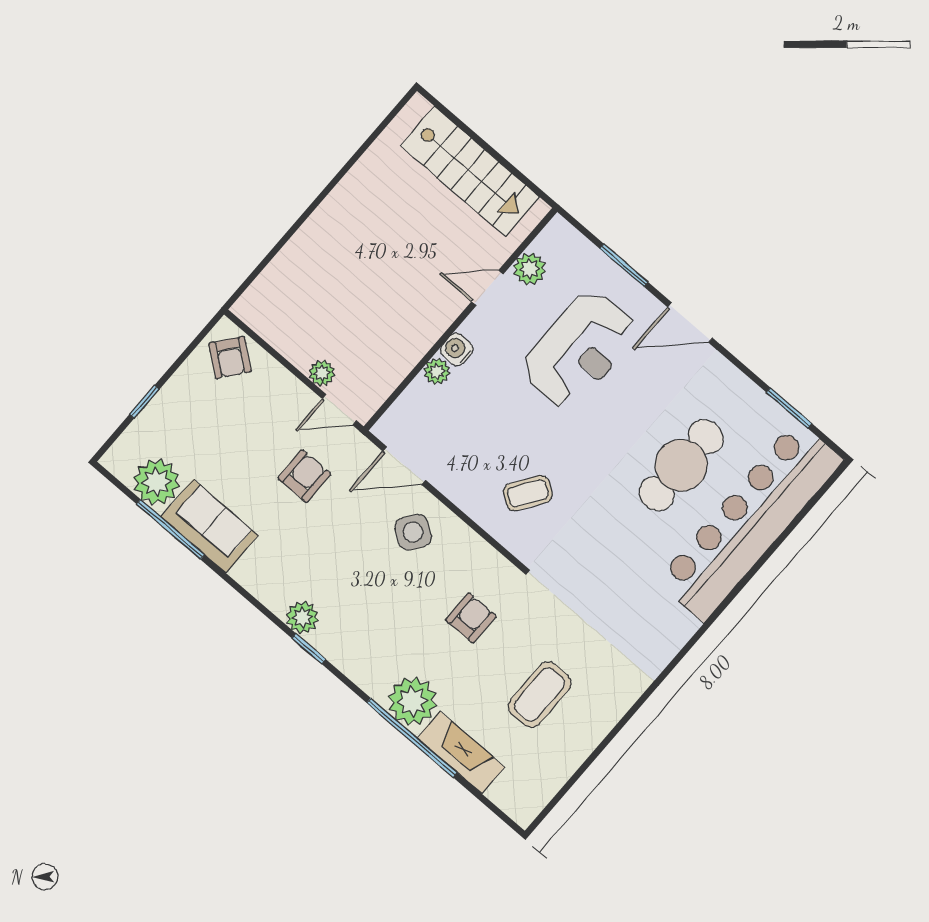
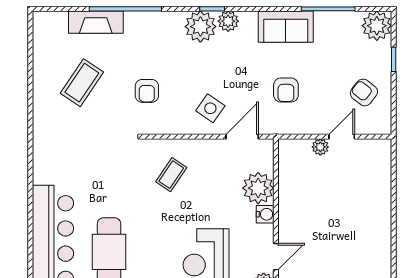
armchair: (230, 358) -> (364, 92), moved
plant: (437, 371) -> (258, 188), width x1.88, depth x1.88
door: (340, 410) -> (342, 137), moved
plant: (156, 482) -> (377, 26), moved
sofa: (210, 526) -> (286, 27), moved
coffee table: (540, 695) -> (82, 83), turned 34
plant: (412, 701) -> (200, 27), moved

